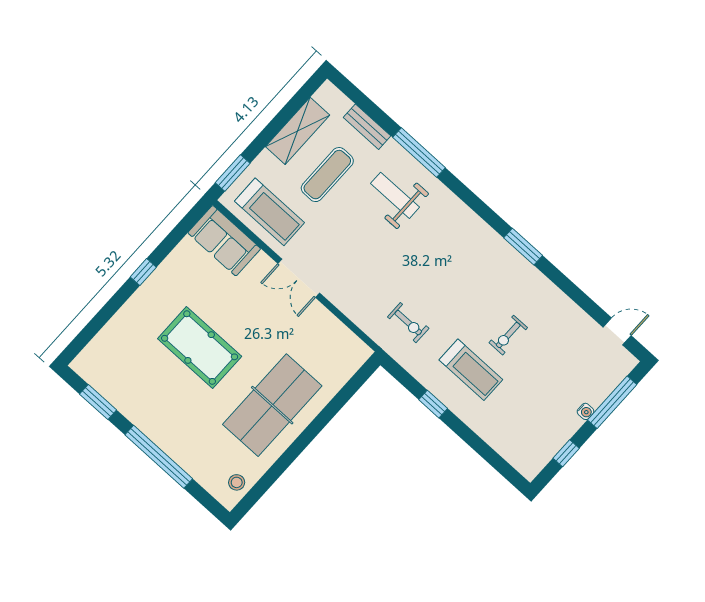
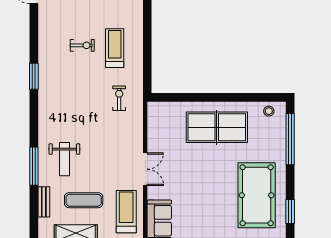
pool table: (200, 348) -> (257, 195), moved, width x1.36, depth x1.32
window: (433, 404) -> (147, 51), removed
window: (159, 457) -> (290, 139), moved

